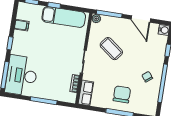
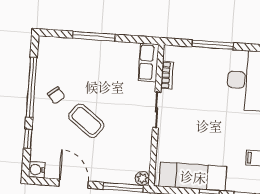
coffee table: (111, 49) -> (86, 121), moved
chair: (122, 94) -> (93, 65), removed

